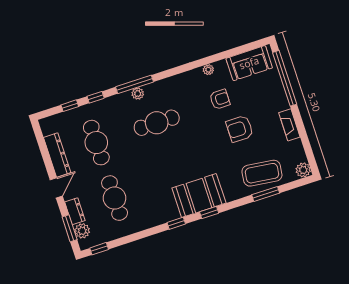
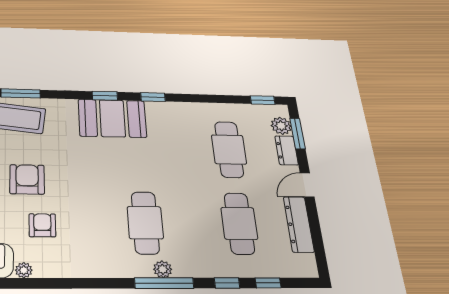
plant: (208, 70) -> (24, 270), moved
armchair: (220, 99) -> (42, 225), turned 90
cafe table: (157, 123) -> (145, 223), turned 90
armchair: (240, 129) -> (27, 179), turned -90

